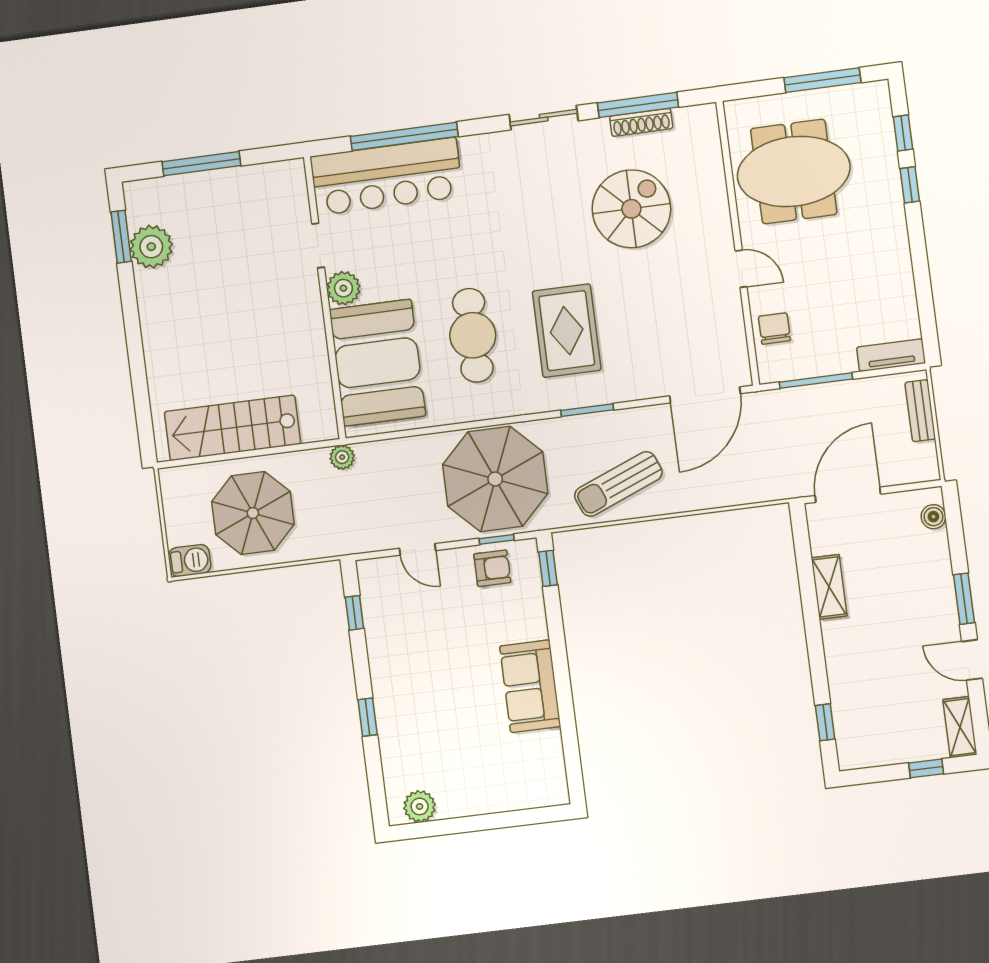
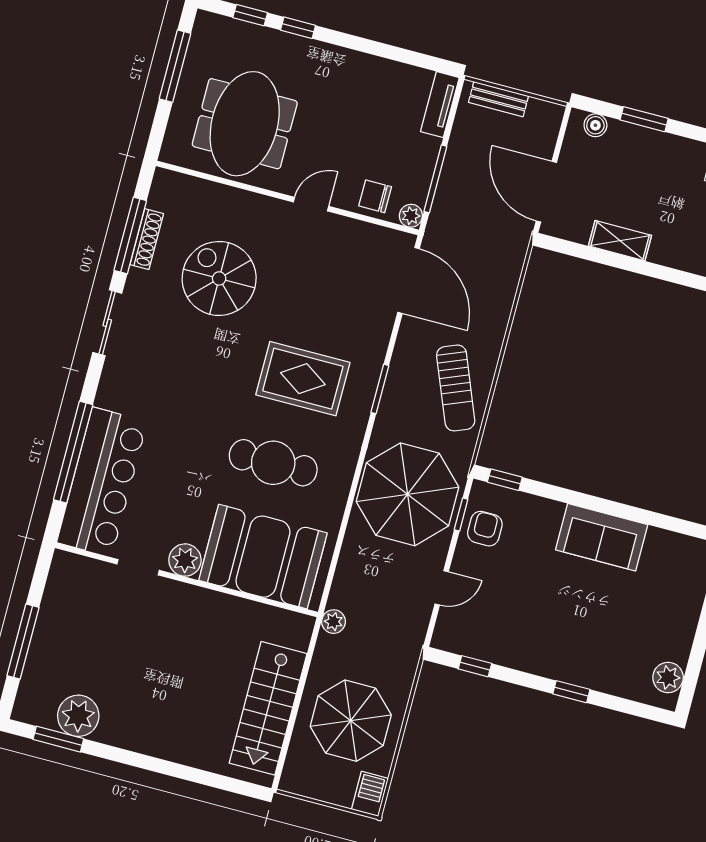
plant: (770, 371) -> (411, 216), added
window: (964, 599) -> (644, 119), moved

